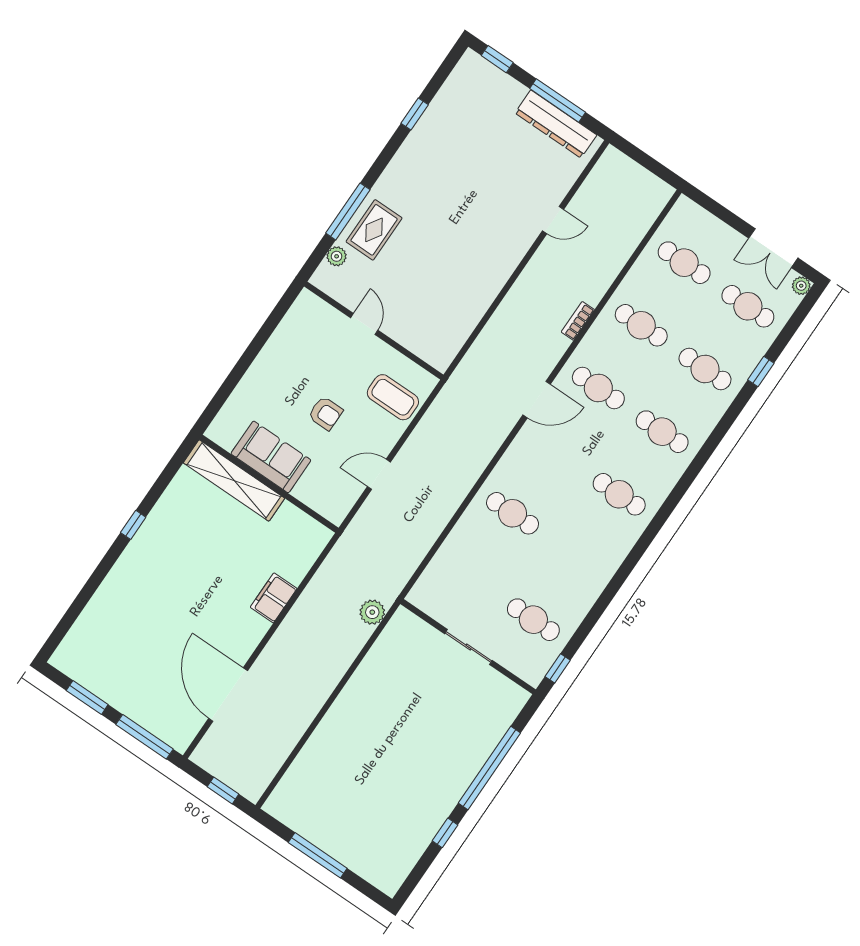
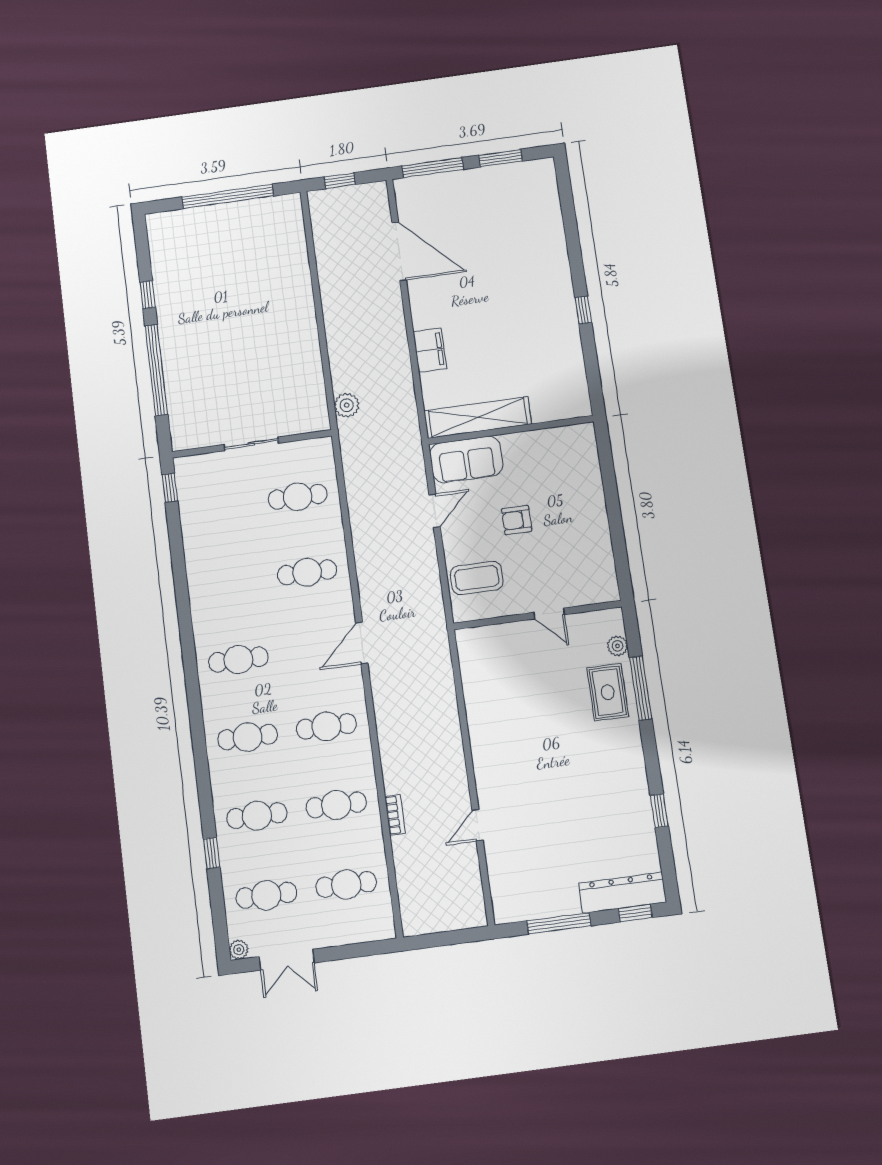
dresser: (556, 124) -> (623, 893), moved
double door: (773, 248) -> (287, 960), swing flipped
bookcase: (578, 321) -> (395, 815), moved
door: (537, 400) -> (362, 643), moved
sofa: (271, 457) -> (466, 459), moved
shelving: (234, 480) -> (478, 417), moved
cafe table: (533, 620) -> (298, 497), moved
window: (318, 855) -> (228, 196), width x1.46

